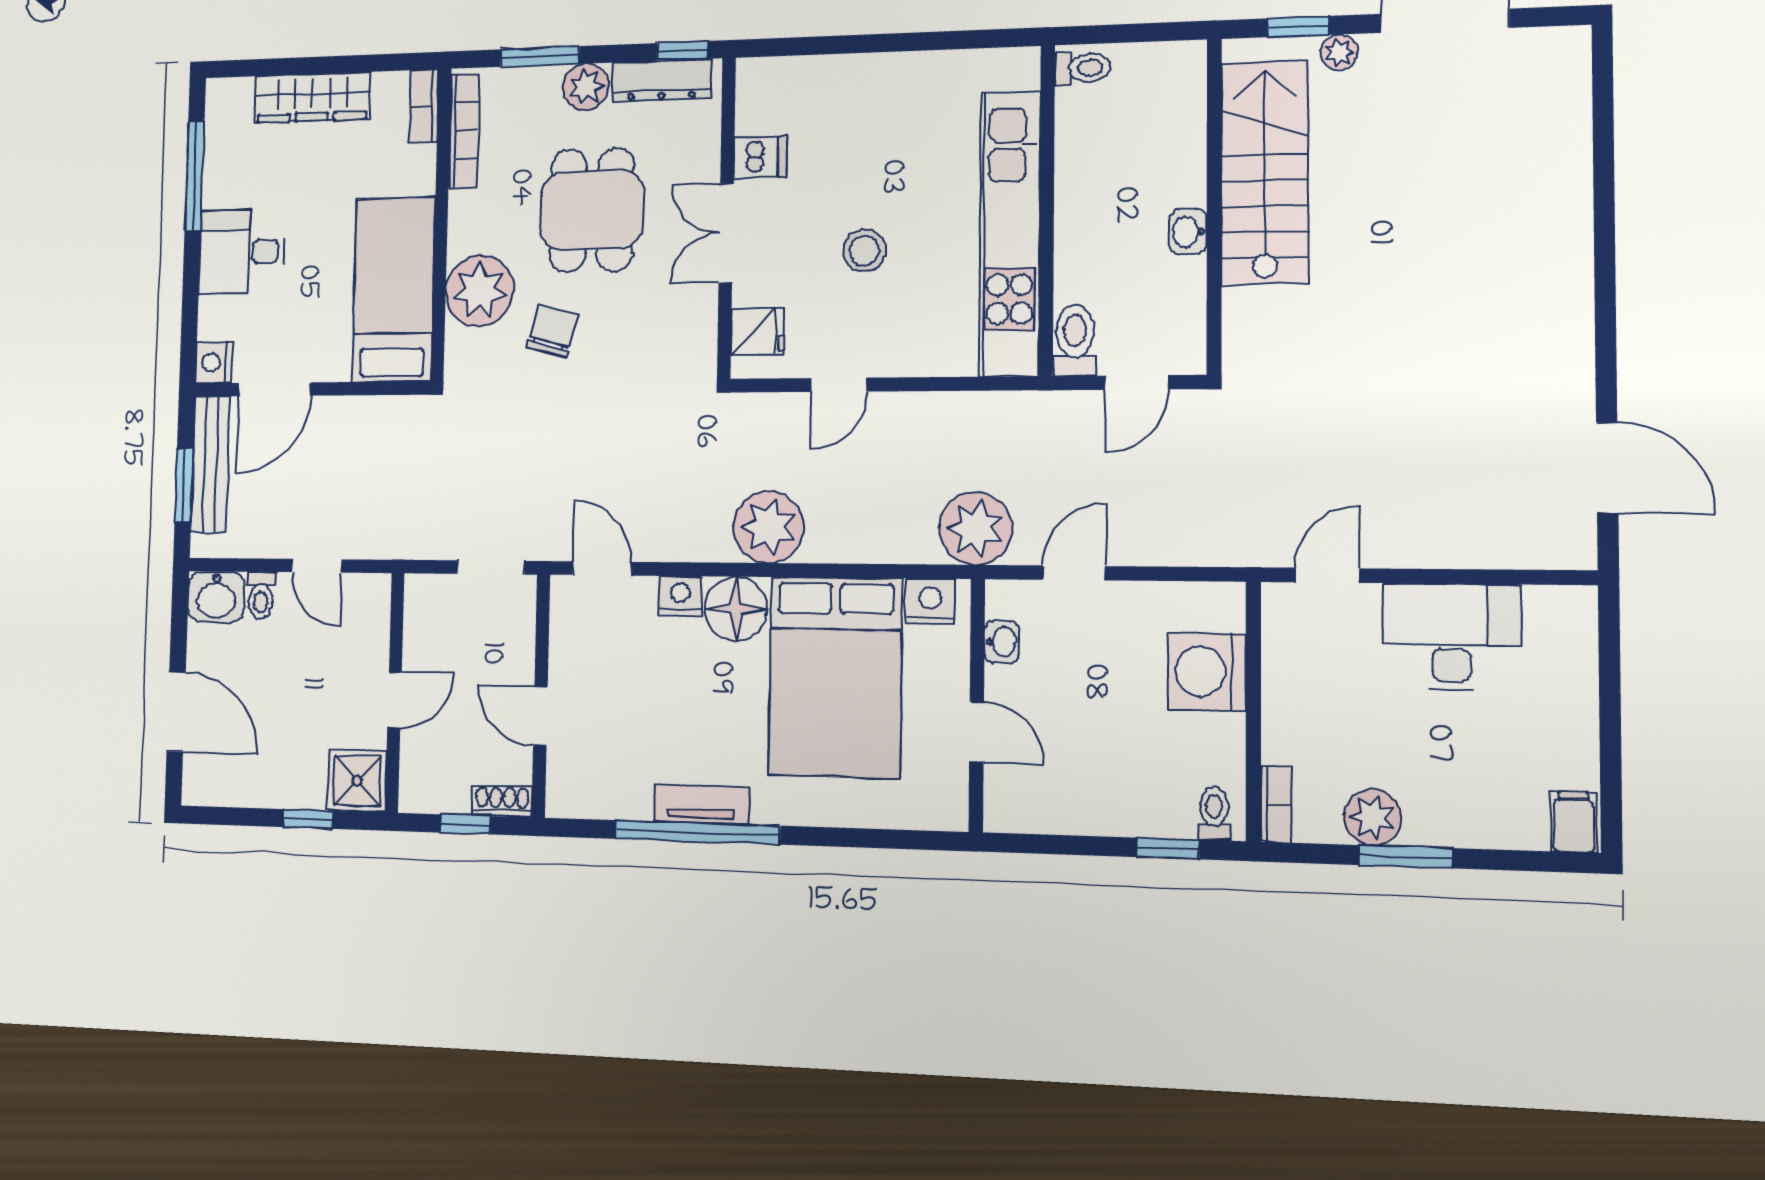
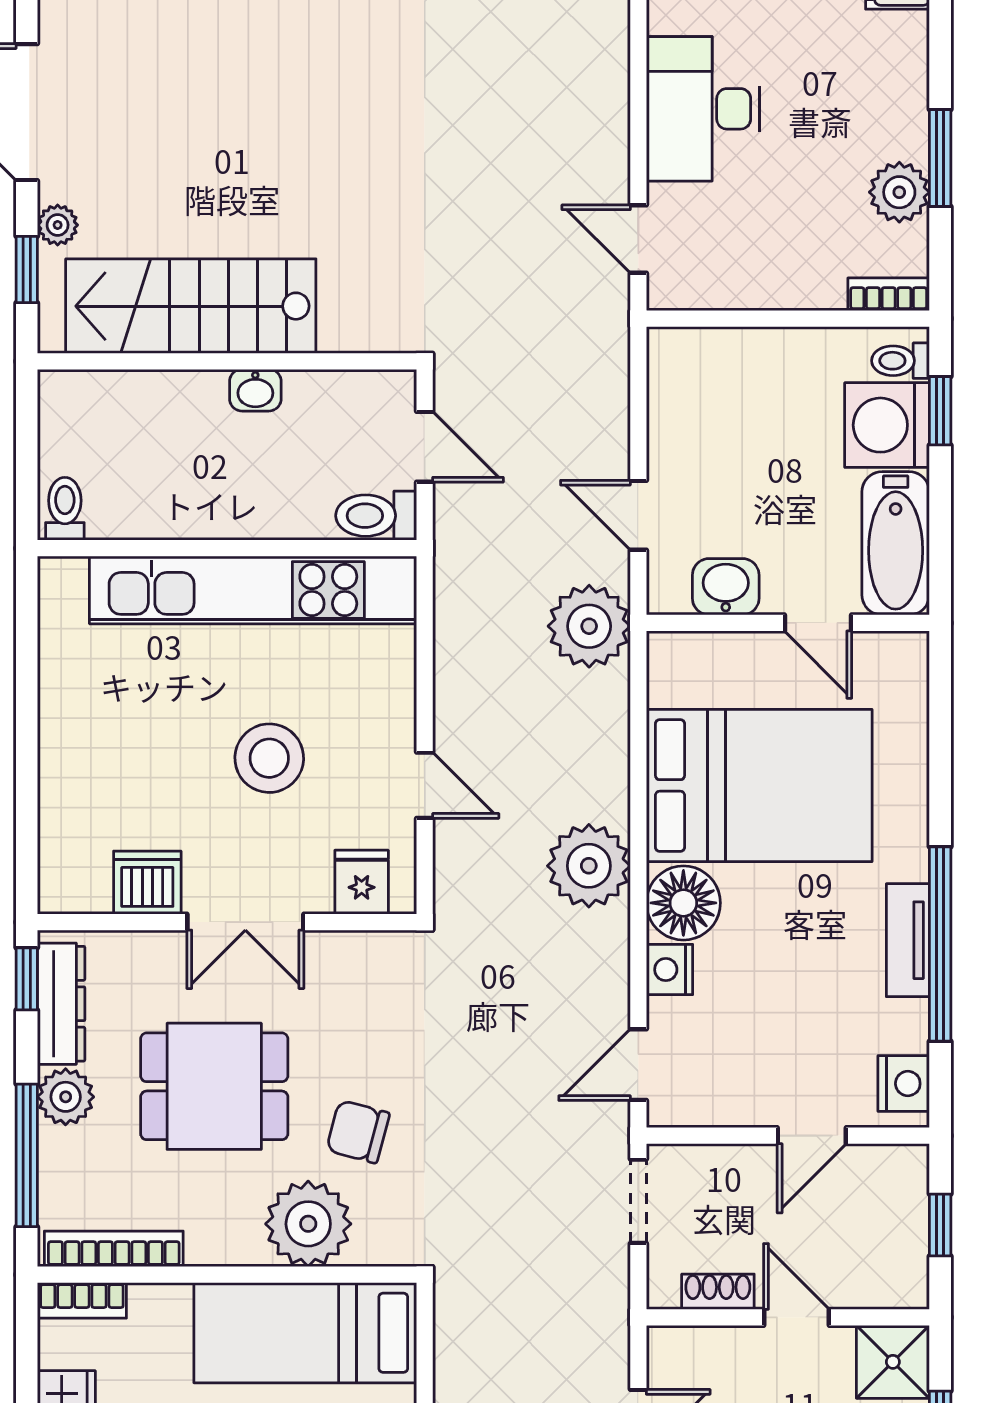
window: (540, 57) -> (27, 1155), width x1.44
dishwasher: (760, 157) -> (147, 883), width x1.38
stool: (864, 251) -> (269, 758), width x1.38, depth x1.38
nightstand: (930, 601) -> (904, 1084), moved, turned 180
washbasin: (1002, 642) -> (726, 587), width x1.38, depth x1.45
washing machine: (1207, 672) -> (887, 425), moved, turned 90
door: (977, 732) -> (818, 623), swing flipped
shoe rack: (502, 801) -> (718, 1292), moved, turned 90
bathtub: (1047, 804) -> (896, 543), added

